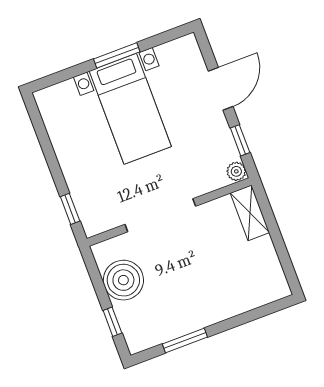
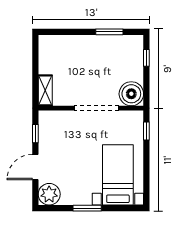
bed with nightstands: (130, 109) -> (118, 175), moved
plant: (236, 171) -> (49, 194), moved, width x1.87, depth x1.87
boiler: (123, 280) -> (131, 94), moved

